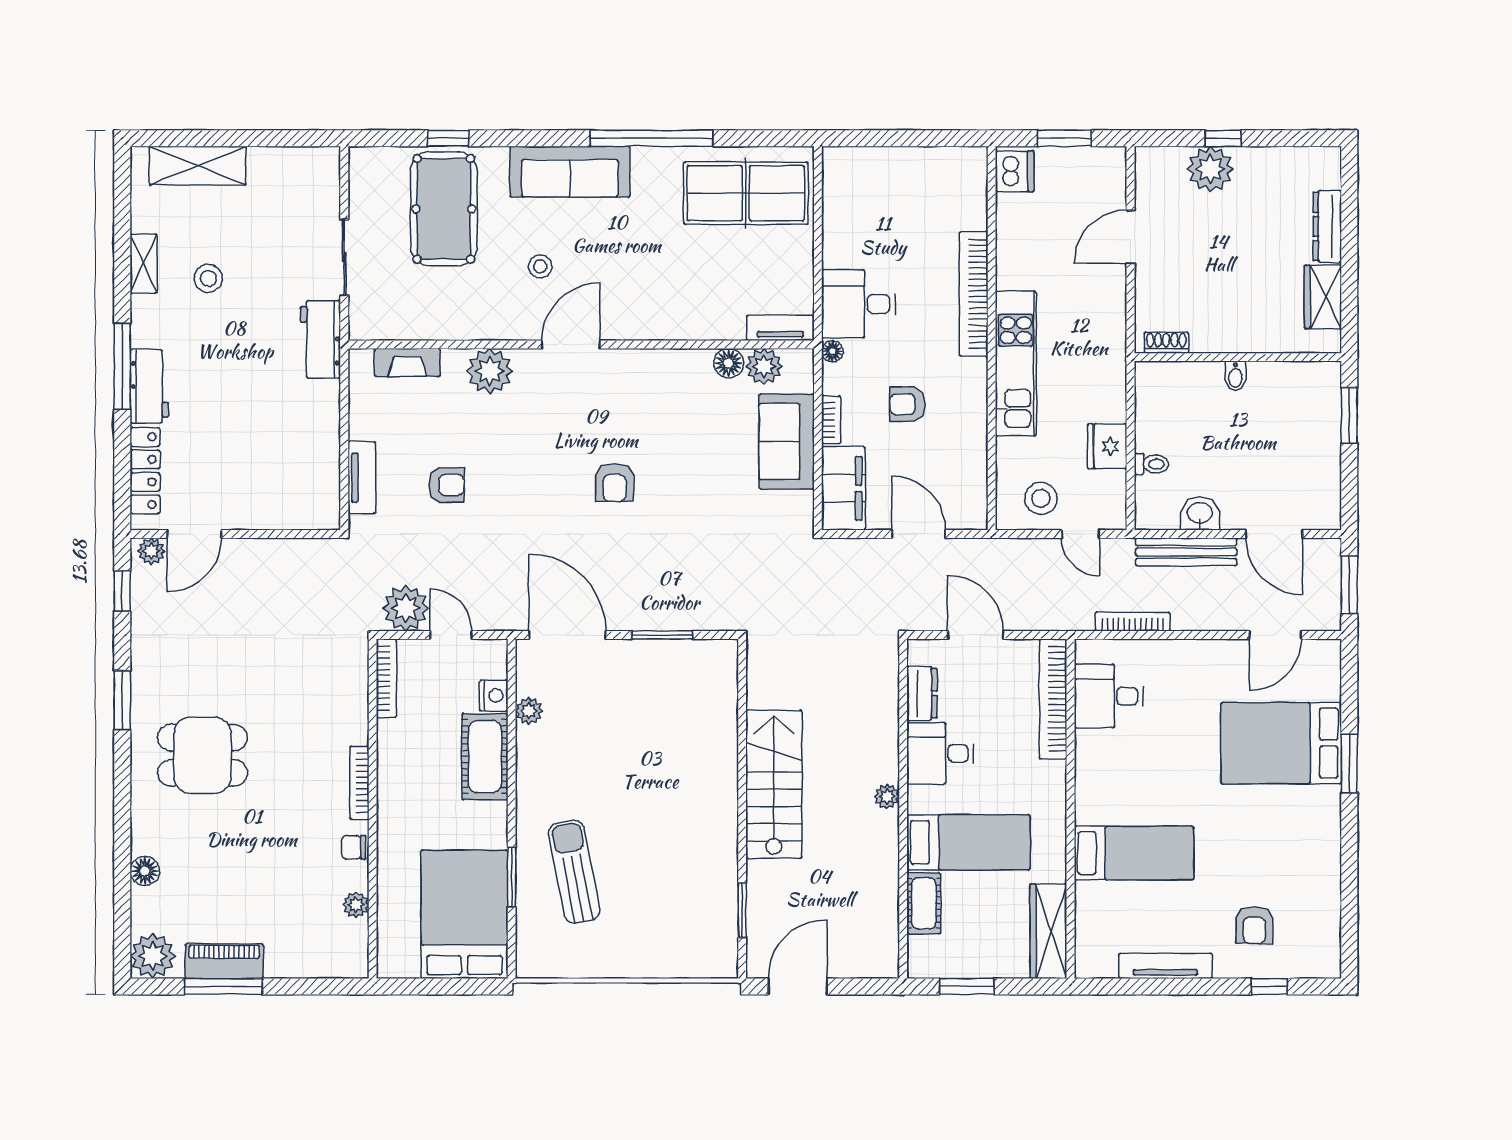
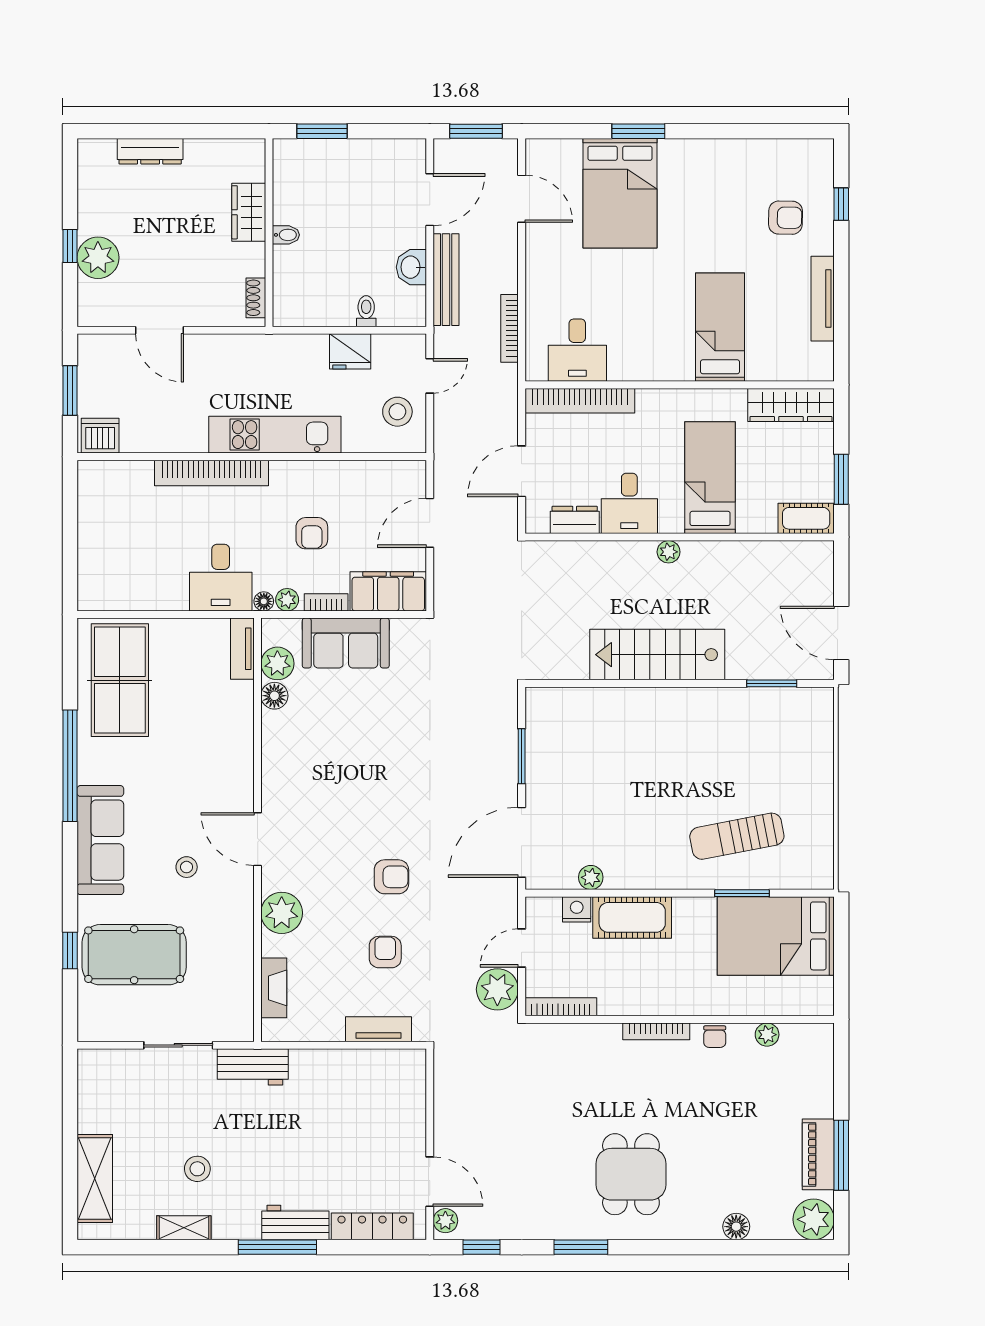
wardrobe: (1323, 297) -> (249, 212), moved, turned 90
plant: (834, 377) -> (287, 600), added
armchair: (615, 483) -> (391, 877), moved
cot: (924, 903) -> (806, 518), moved

